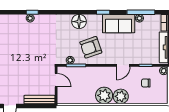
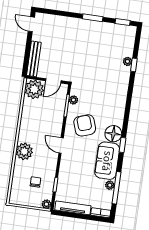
floor lamp: (79, 22) -> (113, 134), moved
door: (123, 65) -> (61, 145), moved
plant: (104, 95) -> (34, 89), moved

